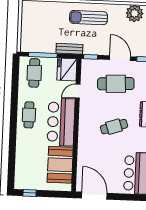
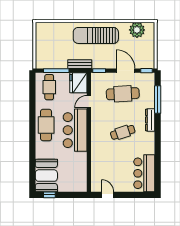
sun lounger: (89, 18) -> (96, 35), width x1.36, depth x1.34
cafe table: (29, 115) -> (46, 125), width x1.37, depth x1.35
booth: (60, 165) -> (46, 176), moved
door: (94, 196) -> (108, 195), width x0.53

